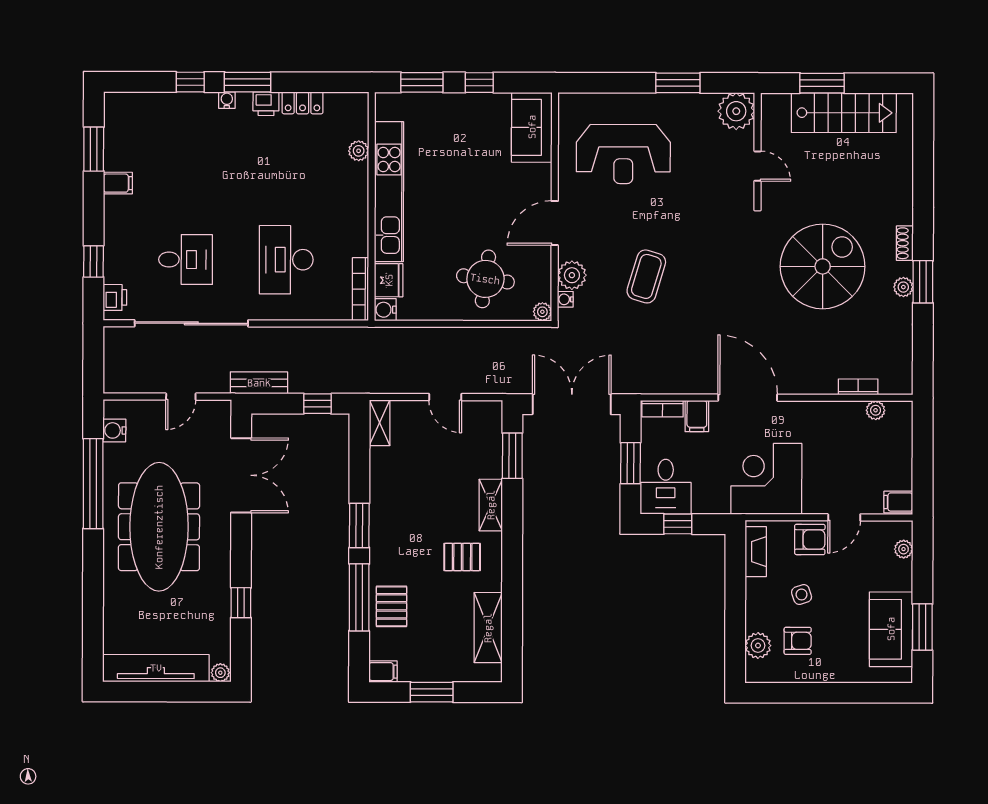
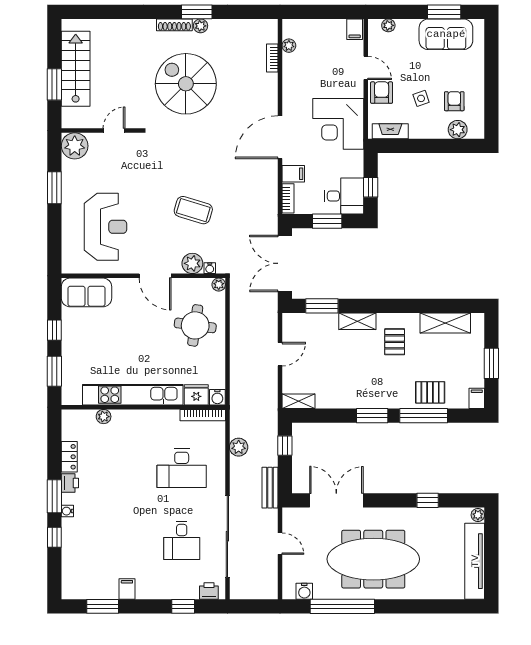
shoe rack: (905, 243) -> (174, 25), width x1.43
desk: (186, 260) -> (182, 540), turned 180
plant: (316, 339) -> (239, 447), added

